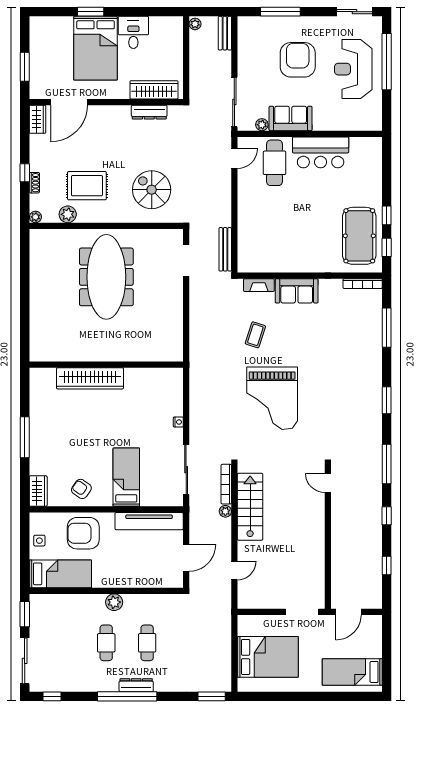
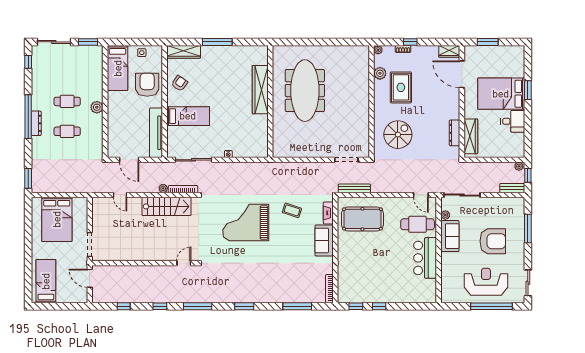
window: (207, 12) -> (528, 175), added
pool table: (359, 236) -> (362, 219), moved
meeting table: (106, 277) -> (305, 91), moved, turned 90
wardrobe: (38, 491) -> (184, 52), width x1.50

